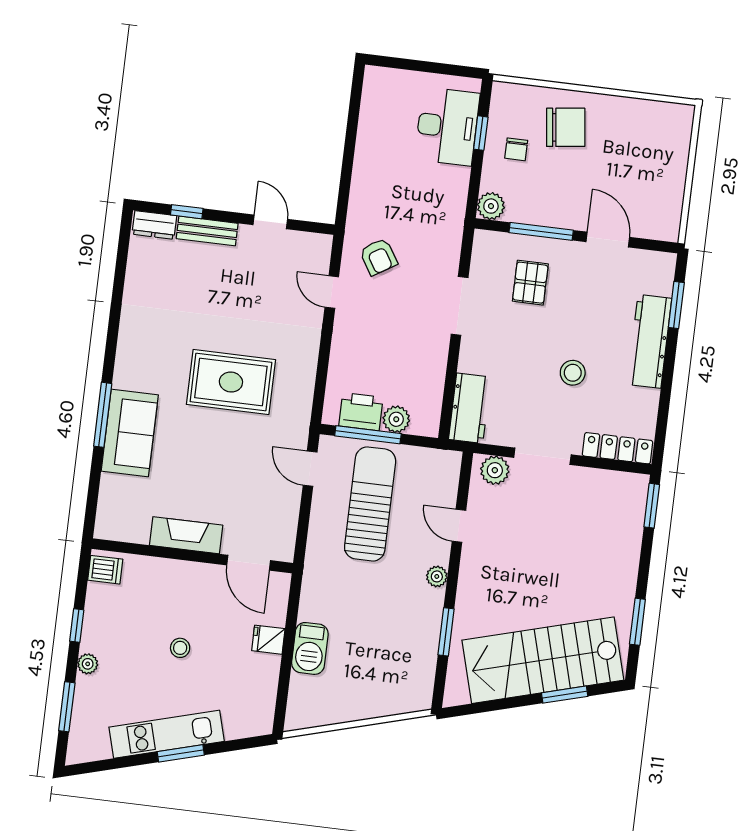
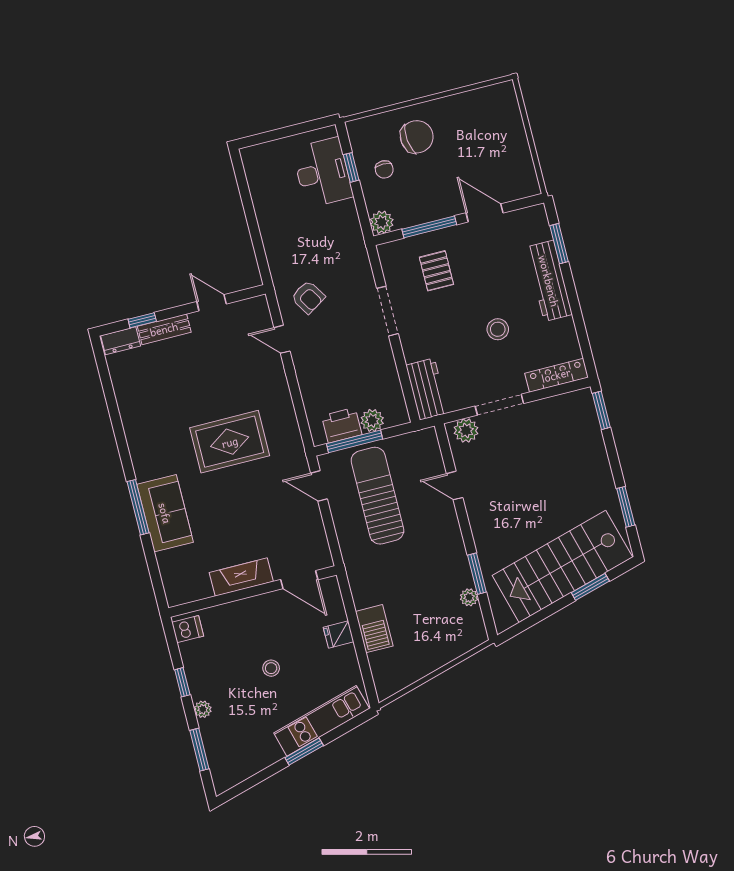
plant: (437, 576) -> (469, 597), moved
kitchen unit: (167, 734) -> (322, 721), moved

